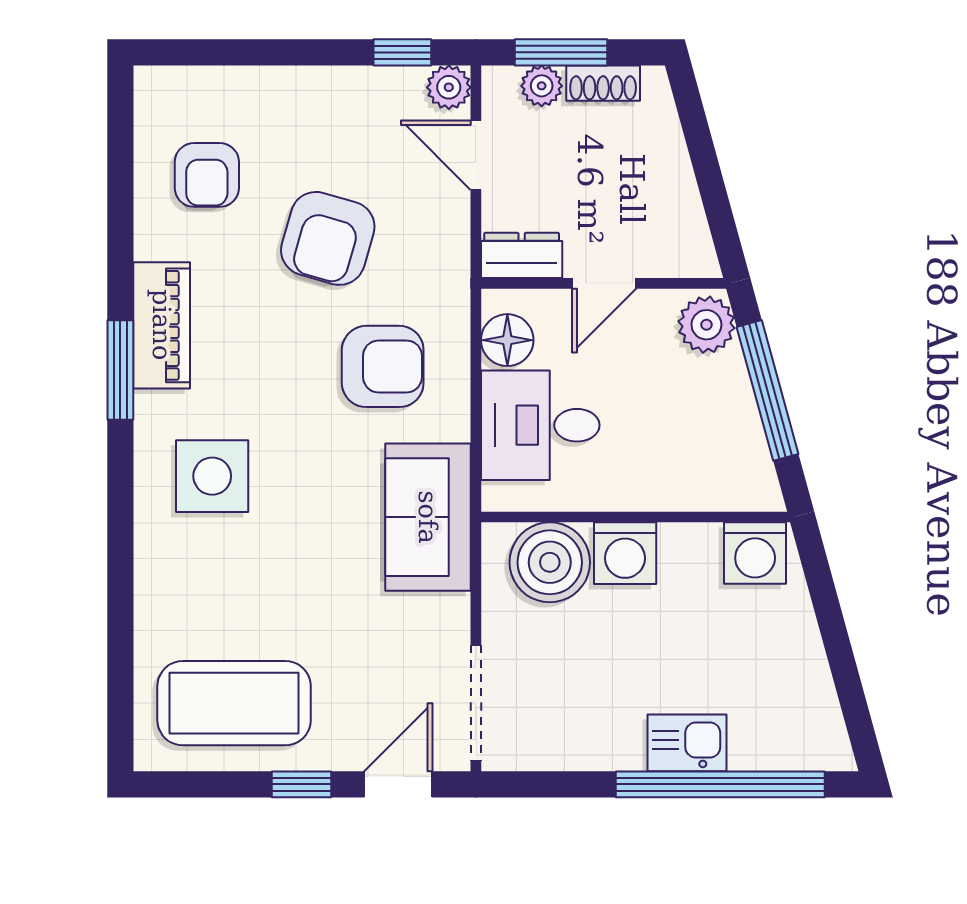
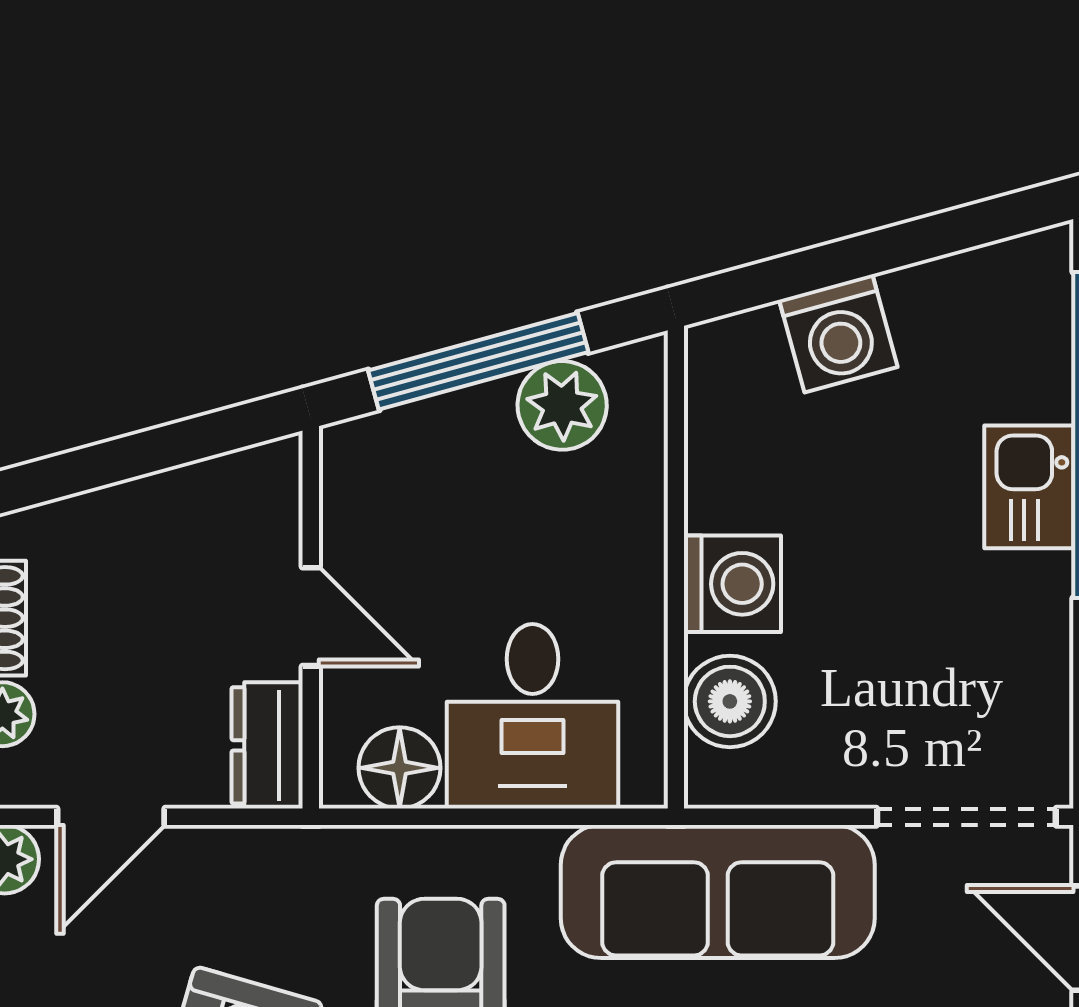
plant: (706, 325) -> (562, 405), moved
sofa: (428, 517) -> (718, 892), width x1.36
washing machine: (755, 553) -> (838, 333), moved, turned 75
boiler: (550, 562) -> (730, 701), width x0.73, depth x0.73

